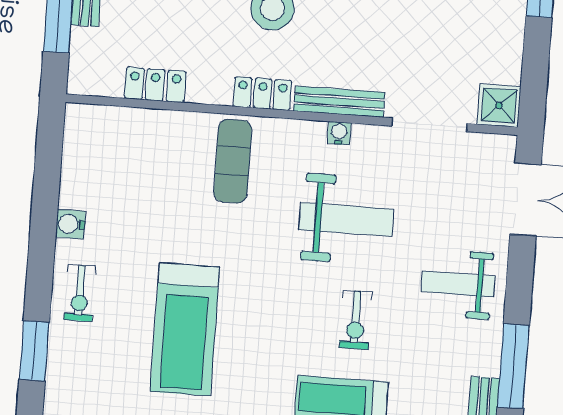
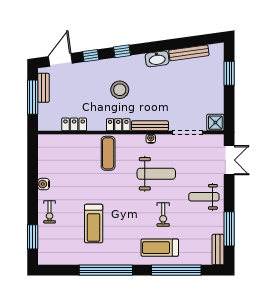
treadmill: (185, 329) -> (94, 224), width x0.73, depth x0.73

